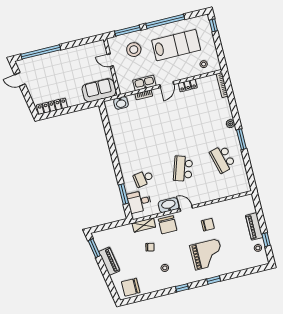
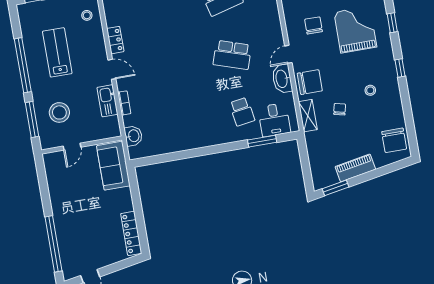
lab bench: (176, 45) -> (57, 52), width x0.73, depth x0.72

